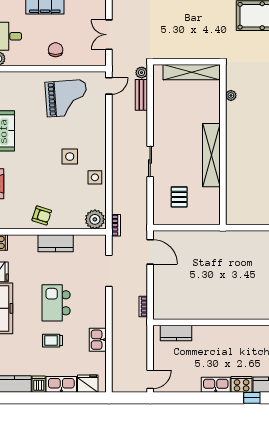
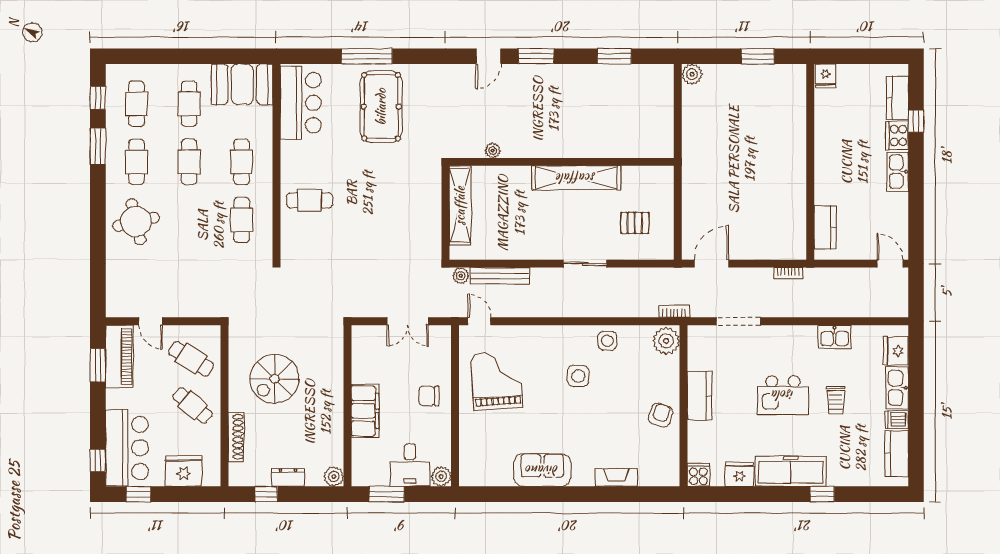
bench: (141, 95) -> (500, 276), width x1.36

